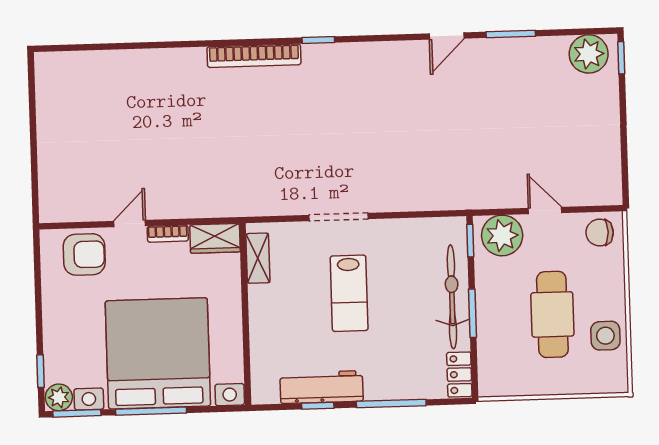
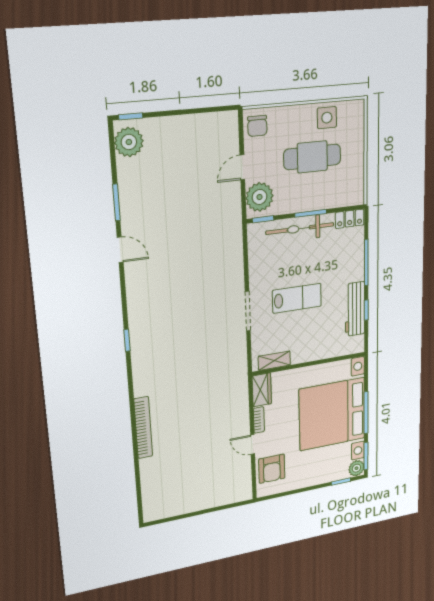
bookcase: (254, 56) -> (143, 428), moved
armchair: (84, 254) -> (272, 469), turned 180

